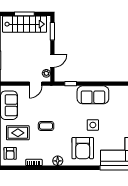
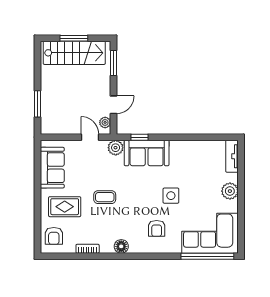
door: (36, 84) -> (90, 137), swing flipped
plant: (54, 91) -> (116, 148), added
sofa: (93, 95) -> (147, 153), moved
armchair: (83, 148) -> (157, 228), width x0.53, depth x0.53

